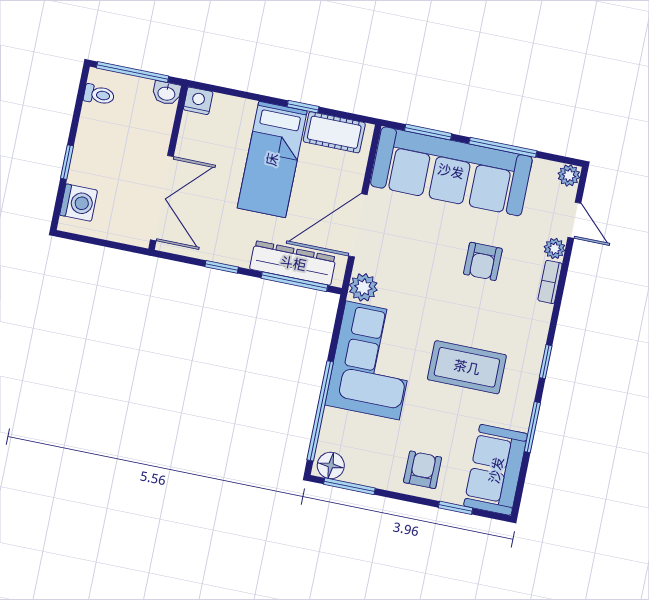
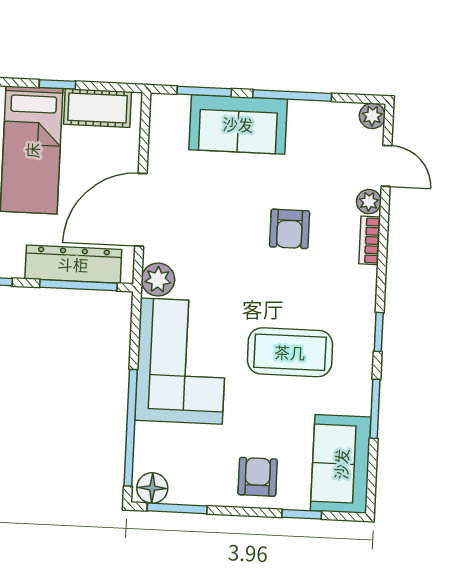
sofa: (451, 171) -> (238, 124), width x0.54, depth x0.79

